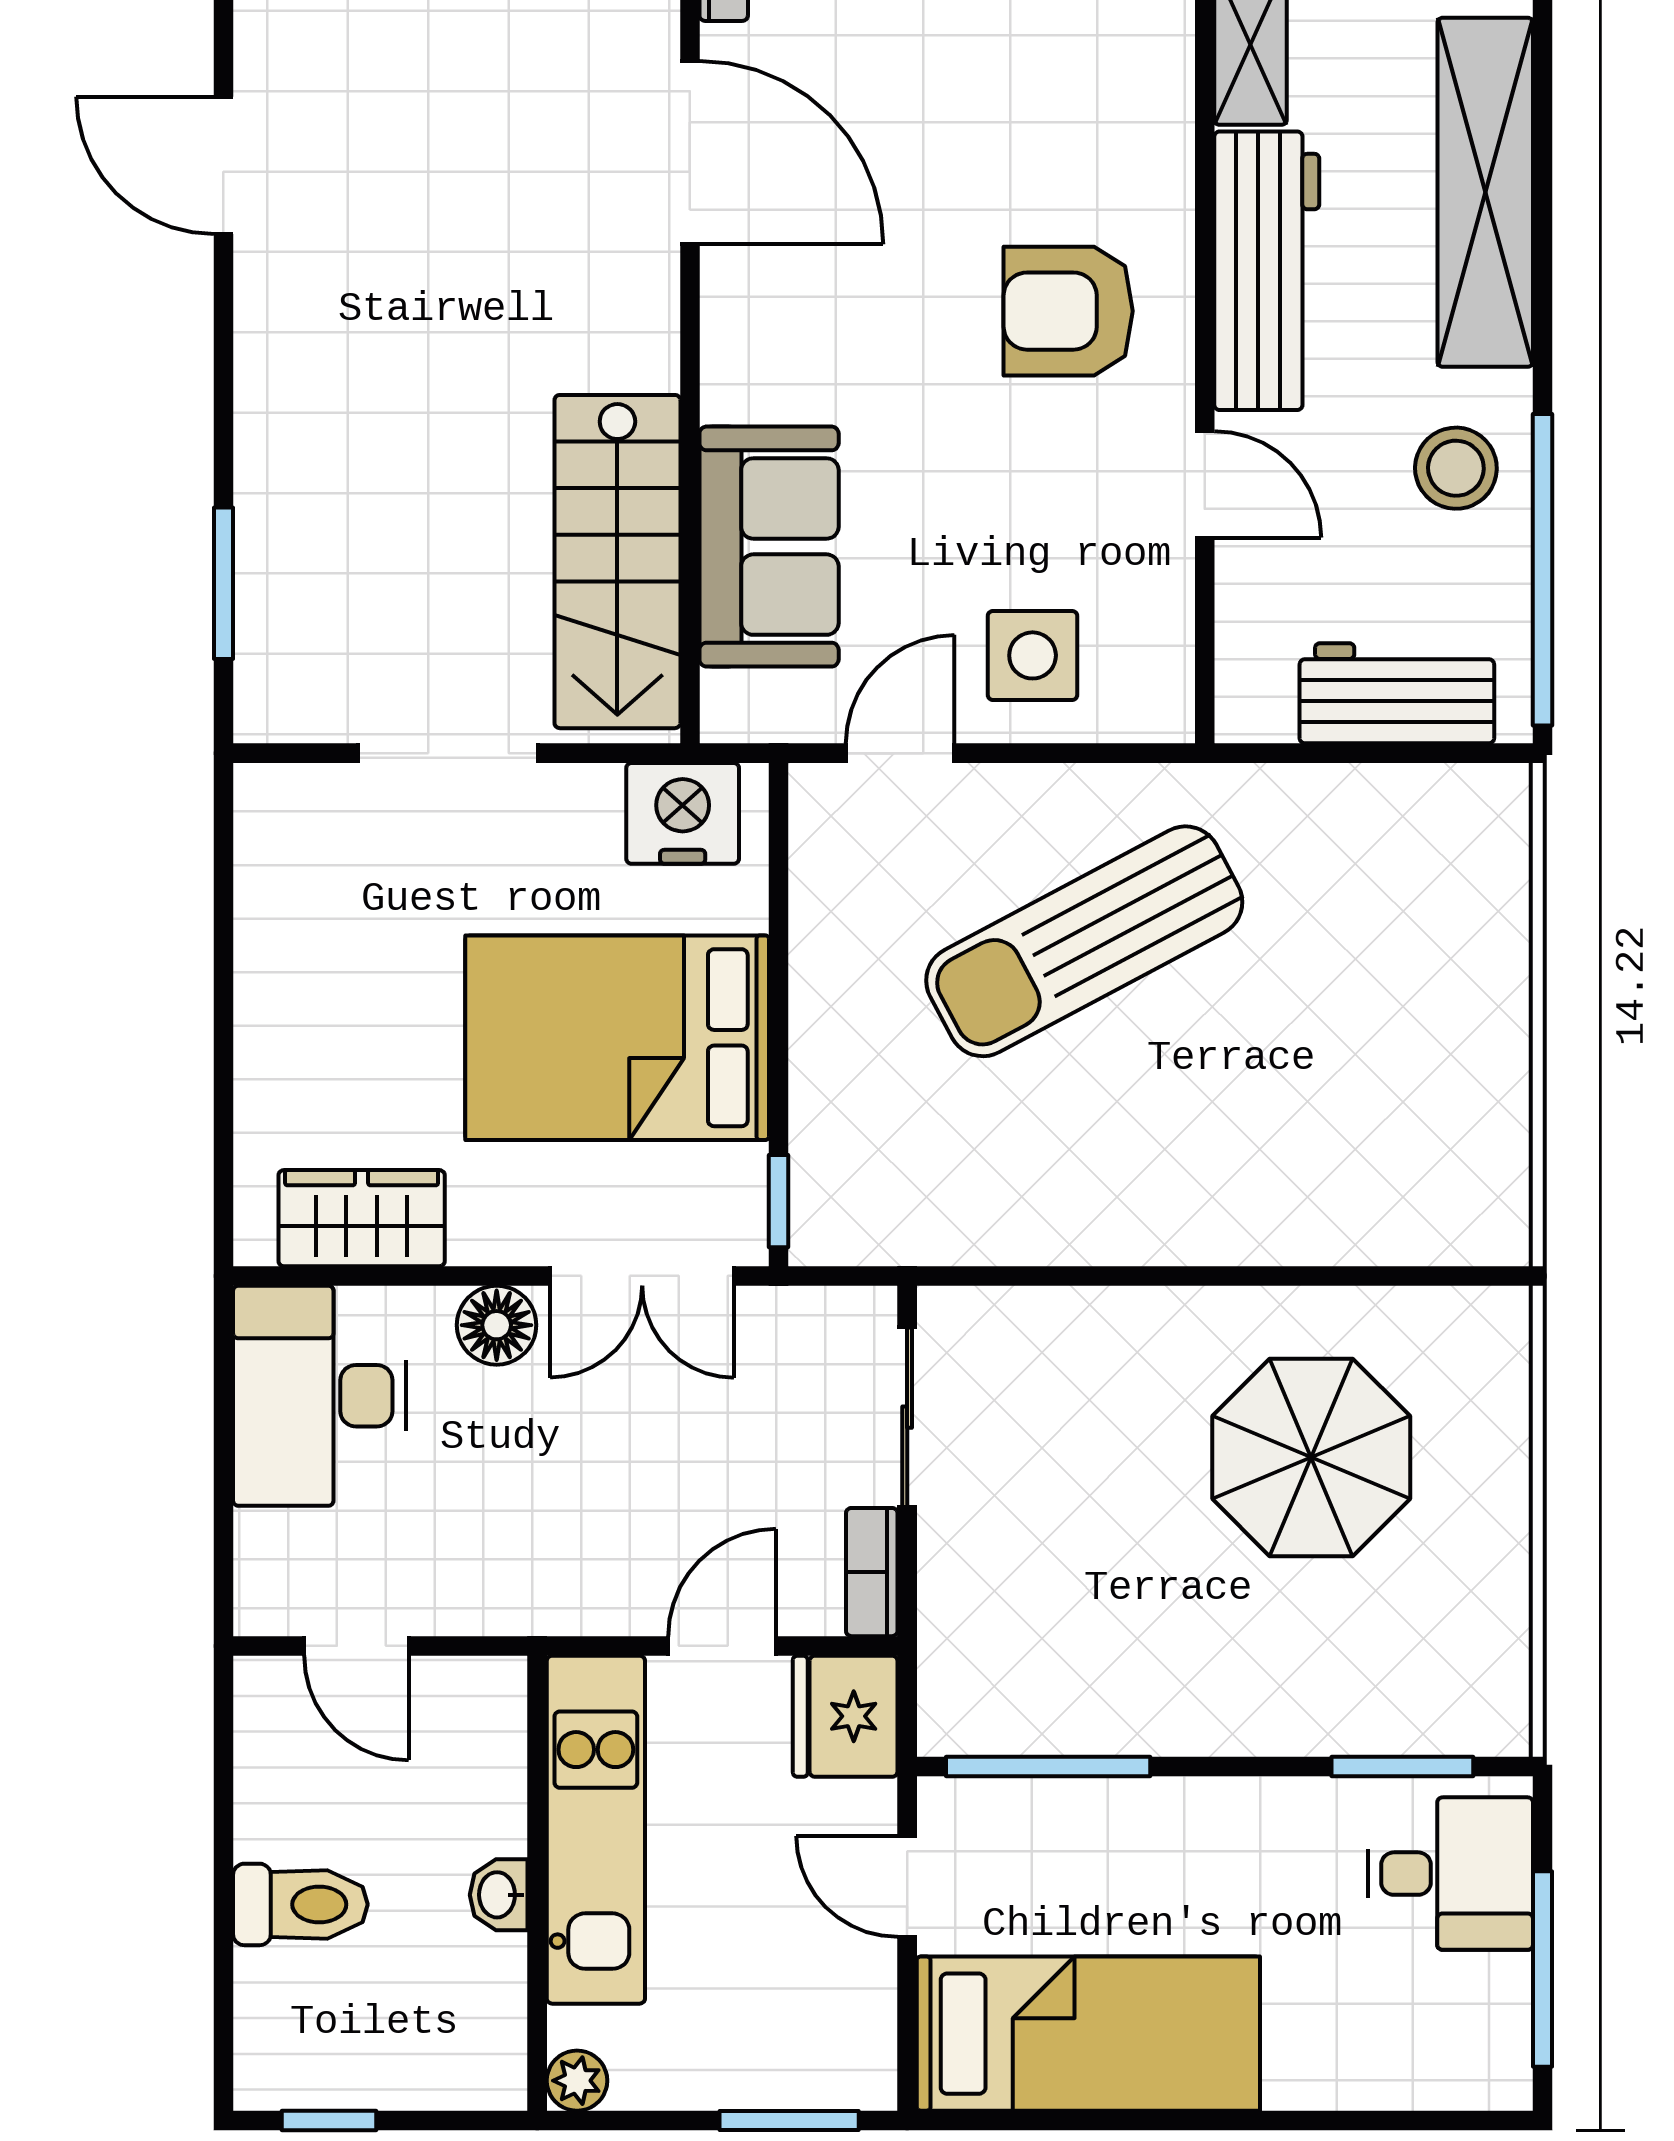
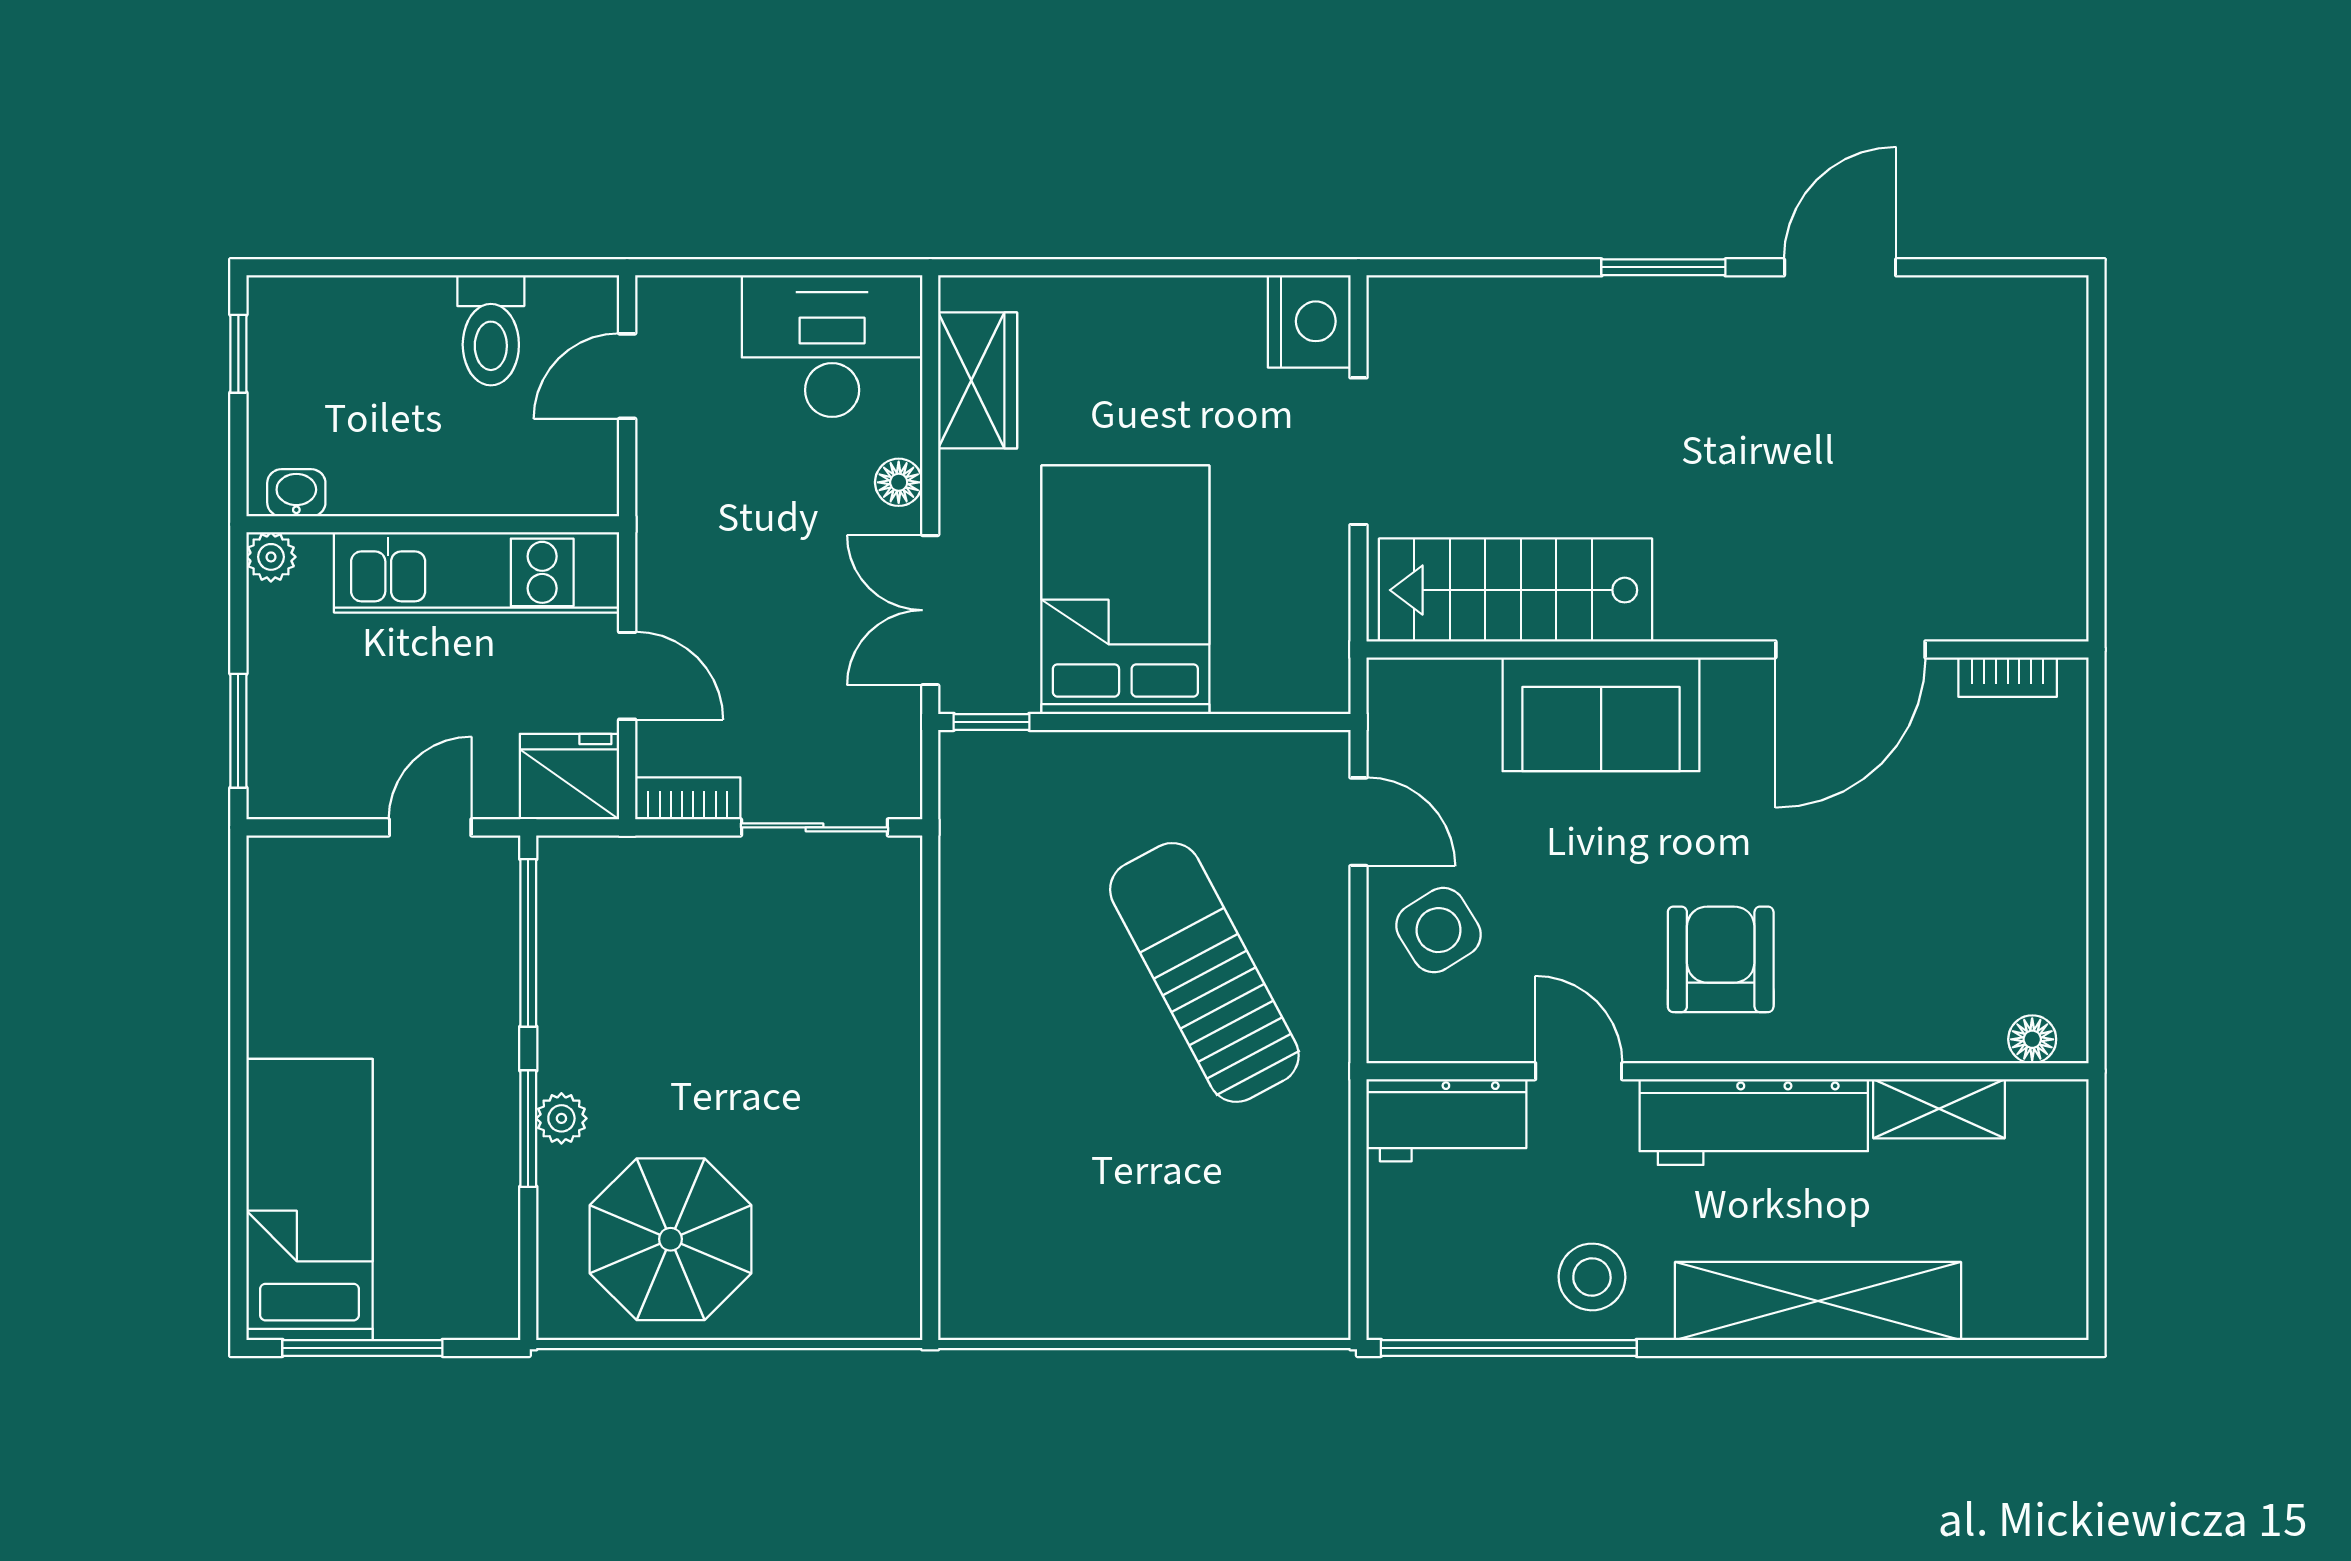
door: (1205, 484) -> (1579, 1071), swing flipped
sofa: (769, 547) -> (1601, 714), moved
window: (223, 583) -> (1663, 267), moved
side table: (1033, 655) -> (1439, 930), turned -32
workbench: (1397, 693) -> (1447, 1120), moved, turned 90
nightstand: (683, 813) -> (1309, 321), moved
floor lamp: (497, 1325) -> (899, 482), width x0.73, depth x0.73
parasol: (1311, 1457) -> (671, 1239), moved
plant: (1262, 1726) -> (561, 1118), added
window: (1402, 1767) -> (528, 1129), moved
desk: (1450, 1874) -> (441, 1273), removed
washbasin: (499, 1895) -> (296, 493), moved
toilet: (300, 1904) -> (491, 330), moved
bed: (1088, 2034) -> (309, 1199), moved, turned 180

